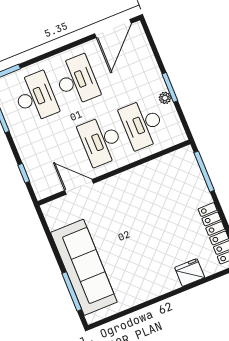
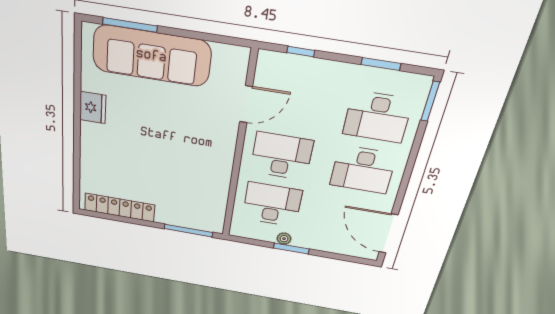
fridge: (190, 273) -> (93, 108), moved

